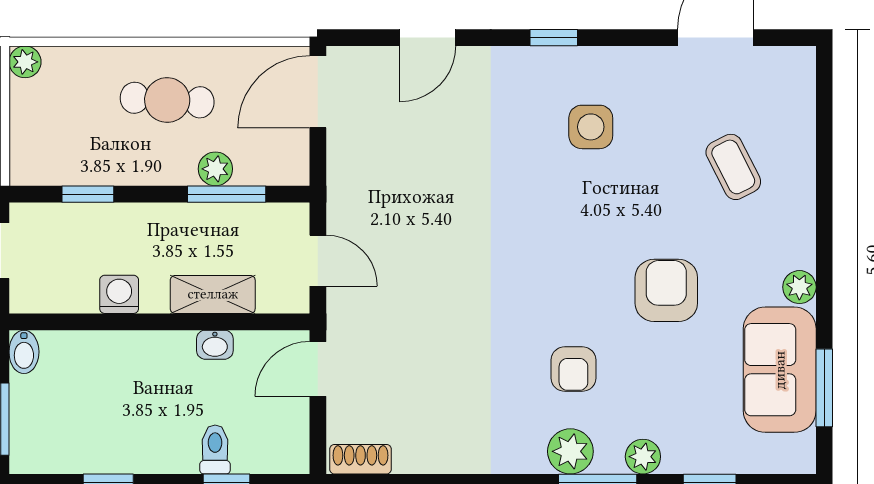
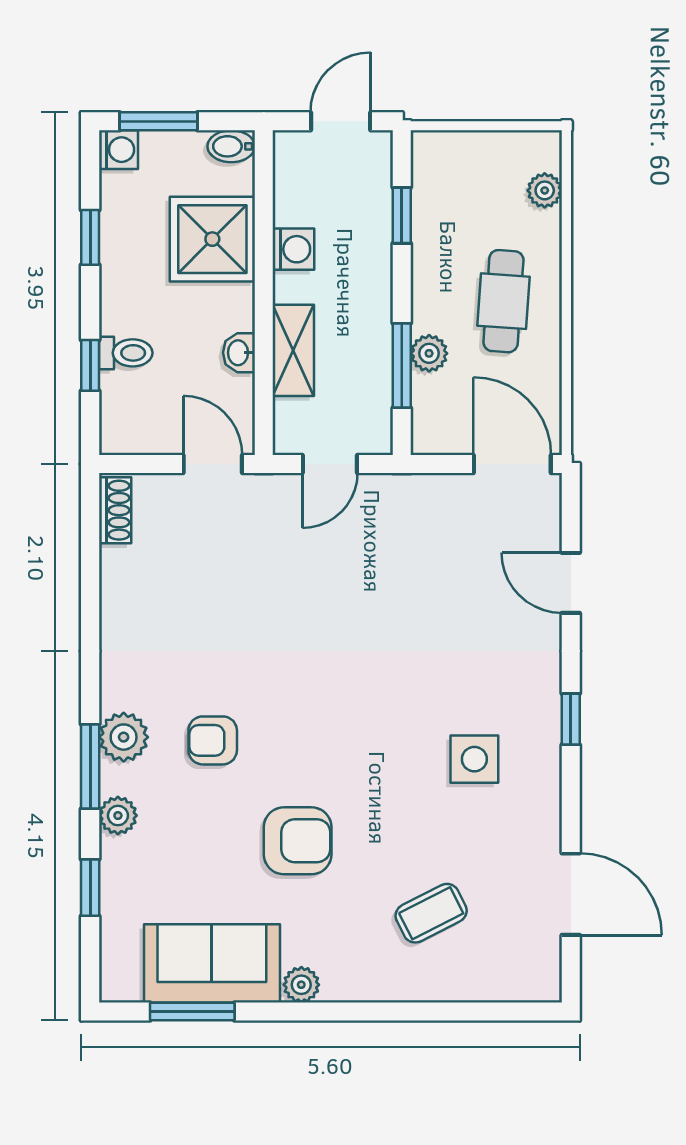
plant: (25, 62) -> (545, 190), moved
shower: (110, 369) -> (212, 239), added
washing machine: (27, 456) -> (118, 150), added

